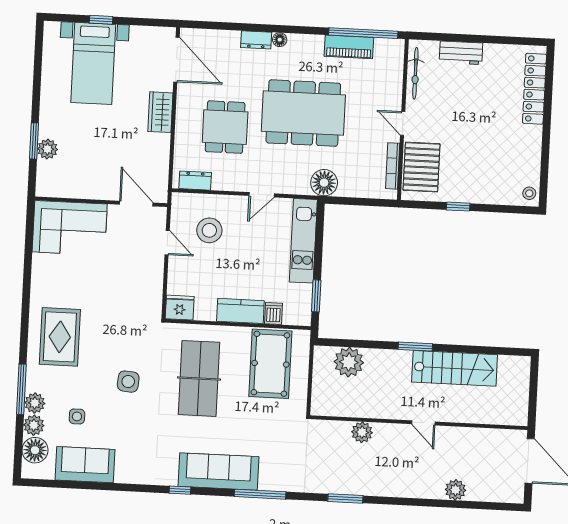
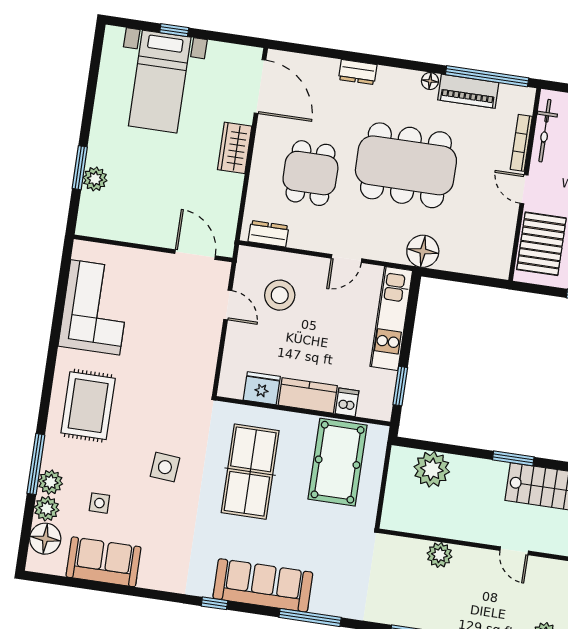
floor lamp: (280, 40) -> (430, 81), moved
bookcase: (393, 166) -> (521, 143), moved
corner sofa: (70, 228) -> (95, 307), moved, turned -90
fridge: (180, 308) -> (262, 388), moved

